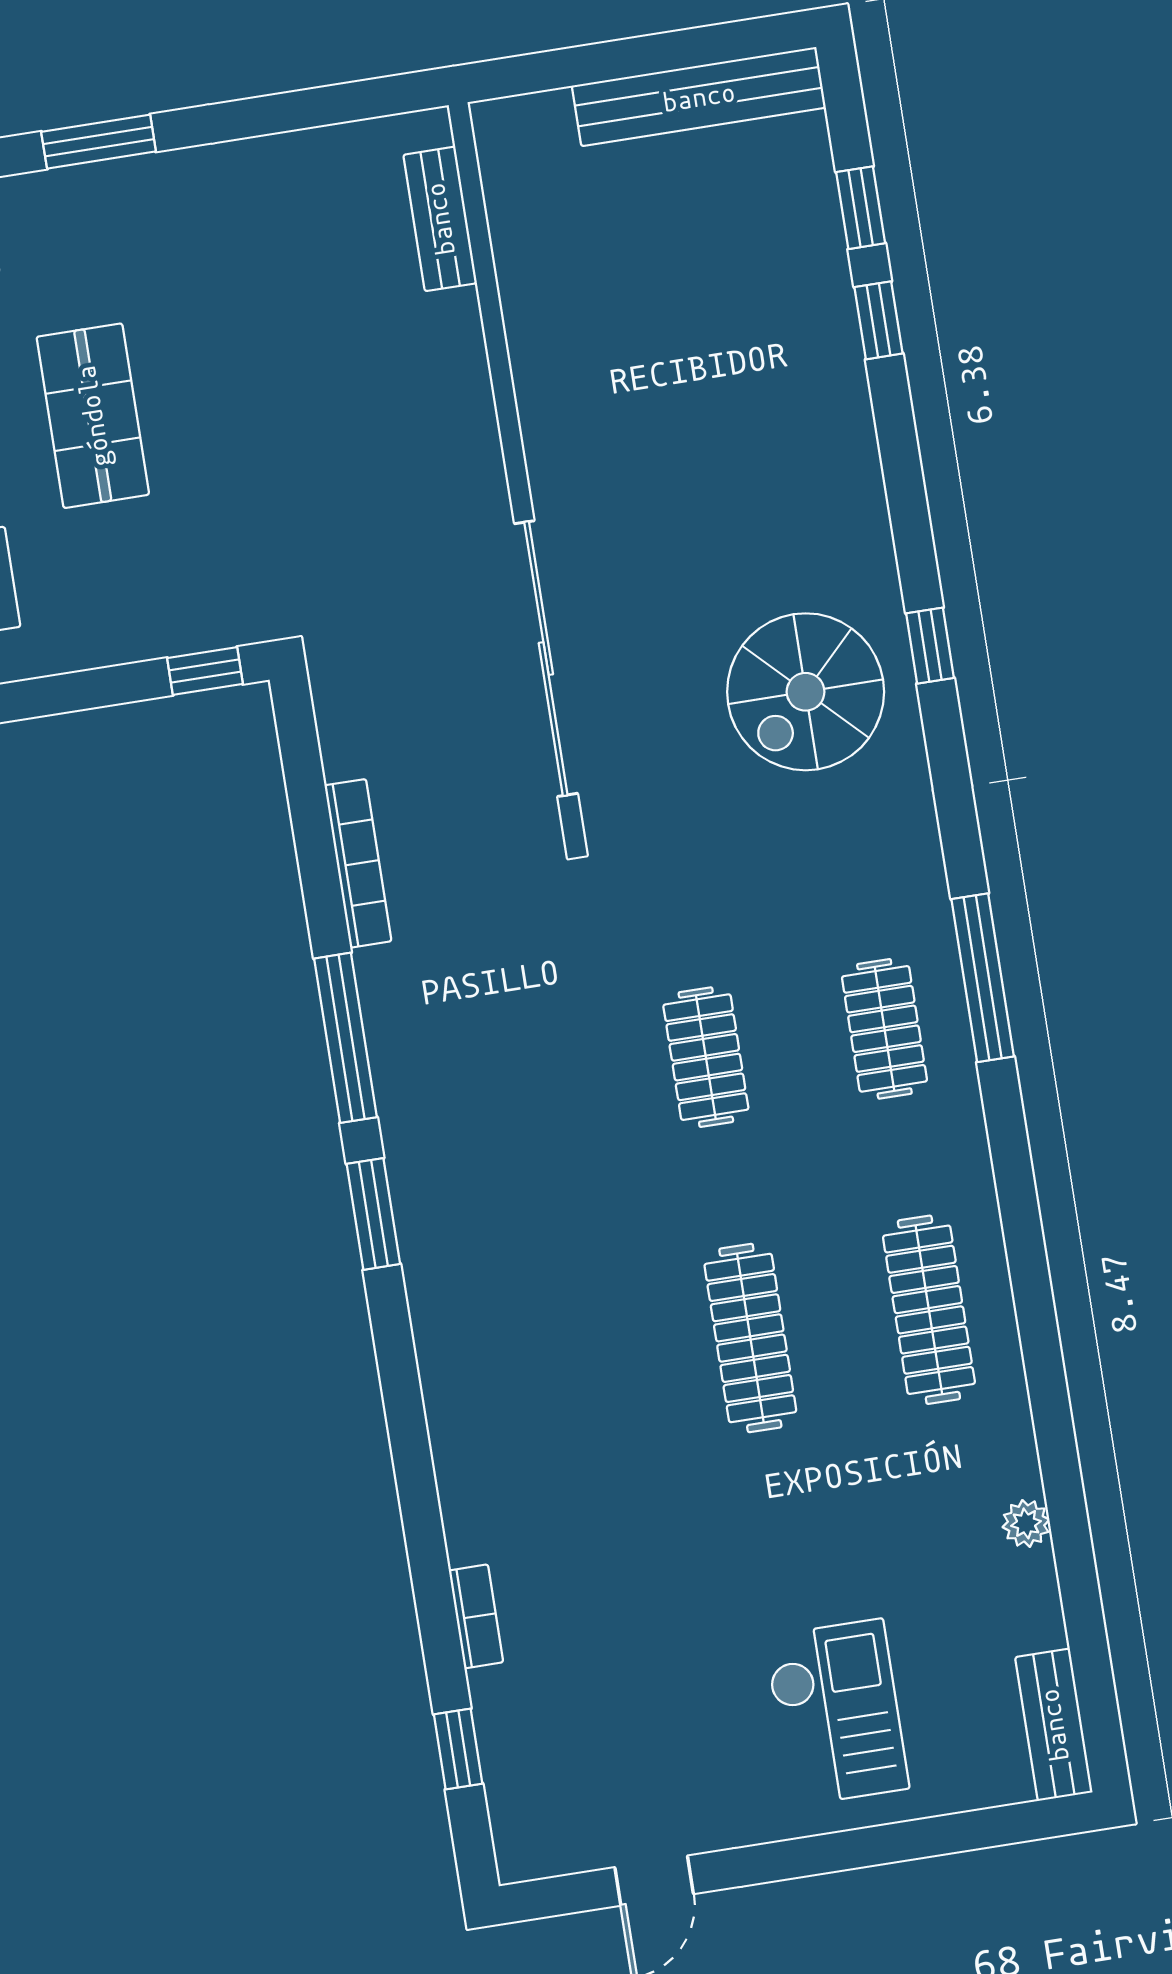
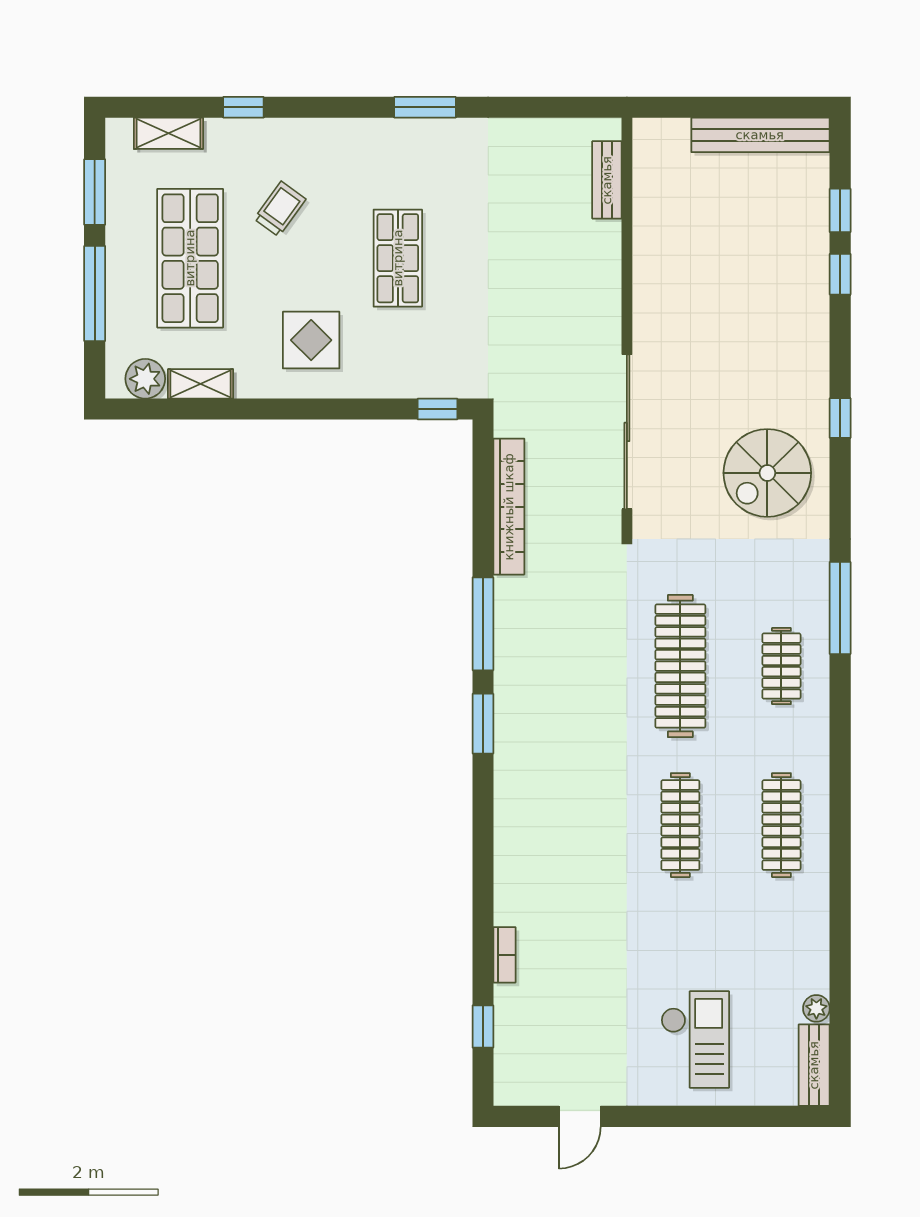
window: (930, 646) -> (840, 418), moved
bookcase: (358, 863) -> (509, 507), width x1.48, depth x1.31
window: (983, 978) -> (840, 608), moved
clothes rail: (706, 1057) -> (680, 666), width x1.86, depth x1.31
plant: (1026, 1523) -> (816, 1008), moved

